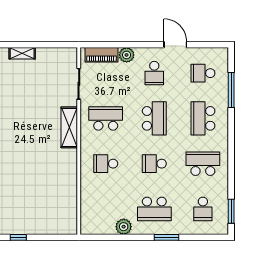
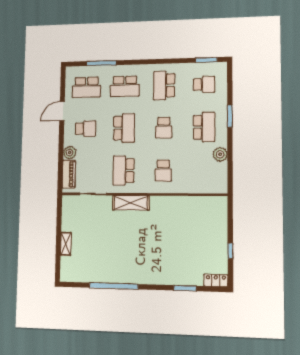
school desk: (203, 73) -> (86, 87), width x1.85
school desk: (154, 118) -> (124, 128), turned 90

